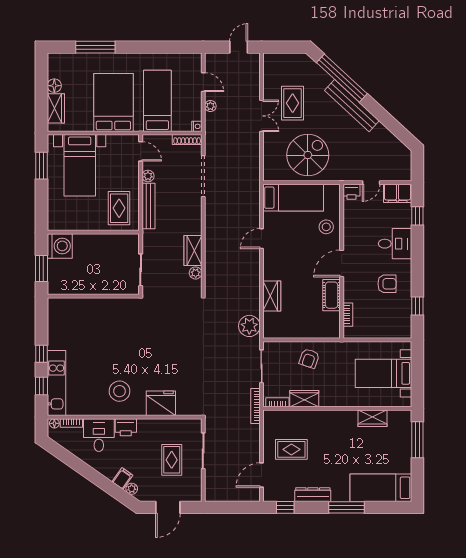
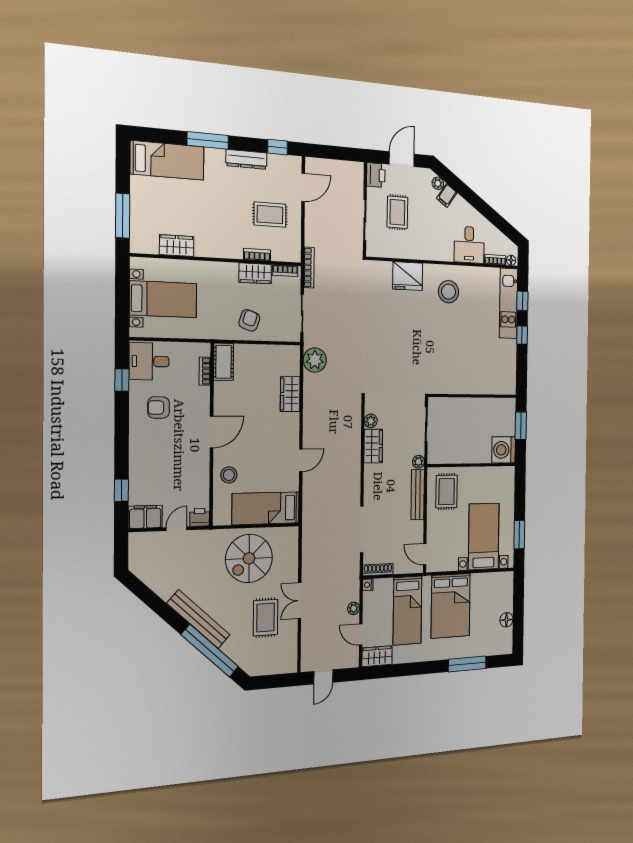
wardrobe: (56, 108) -> (377, 656), moved, turned 90
plant: (148, 176) -> (418, 462), moved
desk: (395, 244) -> (149, 361), moved
cot: (332, 295) -> (224, 362), moved
bookcase: (303, 415) -> (257, 255), added
printer: (126, 427) -> (376, 175), moved, turned 90

